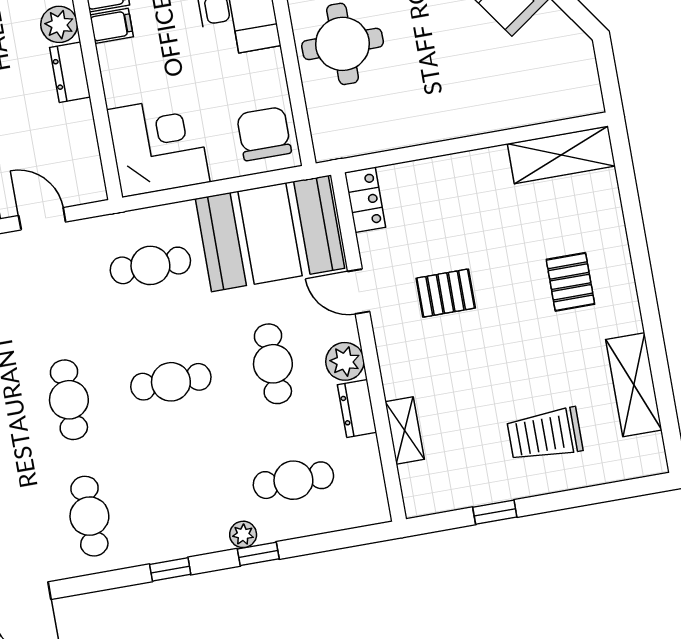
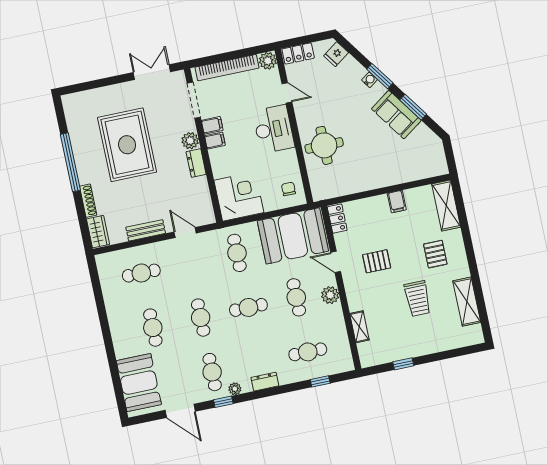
chair: (264, 134) -> (288, 189), width x0.54, depth x0.54
shelving: (561, 155) -> (446, 206), moved, turned 90
filing cabinet: (493, 168) -> (397, 202), added
cafe table: (150, 265) -> (237, 253), turned 90
dresser: (357, 409) -> (265, 382), moved, turned 90
trolley: (545, 435) -> (418, 298), moved, turned -90
plant: (243, 534) -> (235, 389), moved
window: (258, 554) -> (320, 381), moved
window: (170, 569) -> (223, 402), moved

